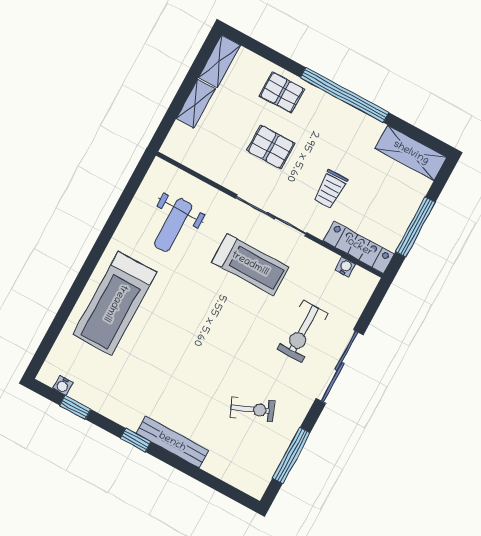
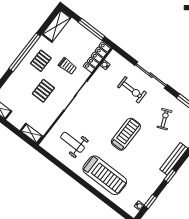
pallet: (282, 92) -> (41, 61), moved
shelving: (196, 104) -> (31, 133), moved
weight bench: (173, 225) -> (73, 142), turned 180
treadmill: (250, 264) -> (126, 134), moved

